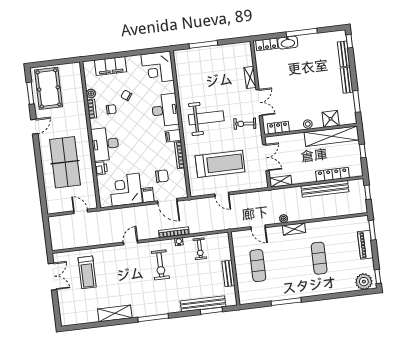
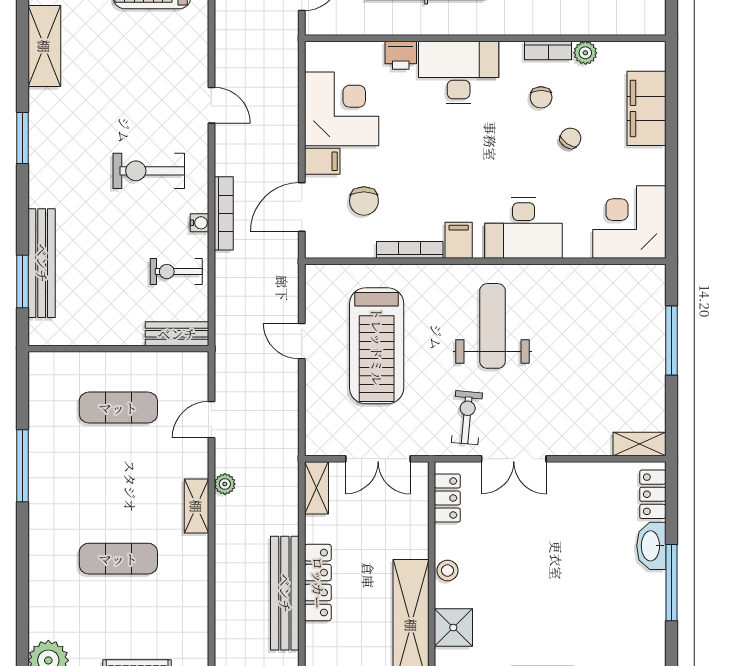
shelving: (250, 77) -> (639, 444), moved
weight bench: (206, 118) -> (492, 326), turned 180
locker: (332, 174) -> (318, 583), moved
door: (222, 194) -> (302, 341), hinge flipped
bench: (228, 273) -> (177, 334), moved
window: (153, 318) -> (22, 138), width x0.69

